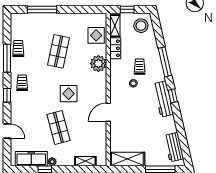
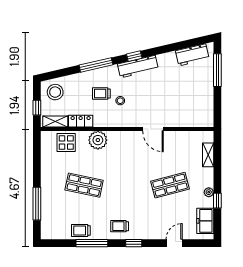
display table: (69, 94) -> (132, 174), removed
freezer: (31, 159) -> (205, 221), width x0.71
shelving: (127, 159) -> (206, 107), removed

